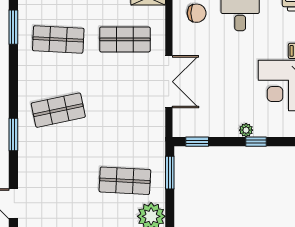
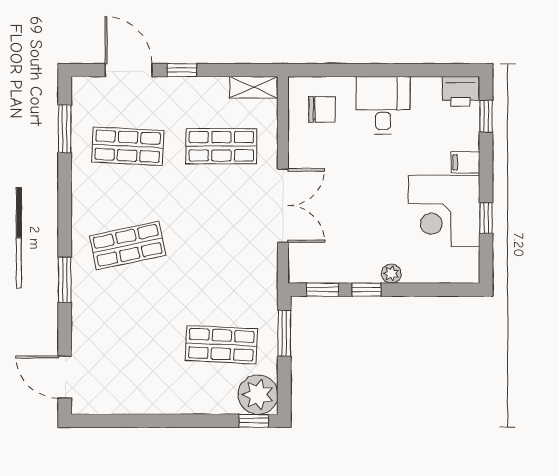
window: (256, 142) -> (367, 290), moved

